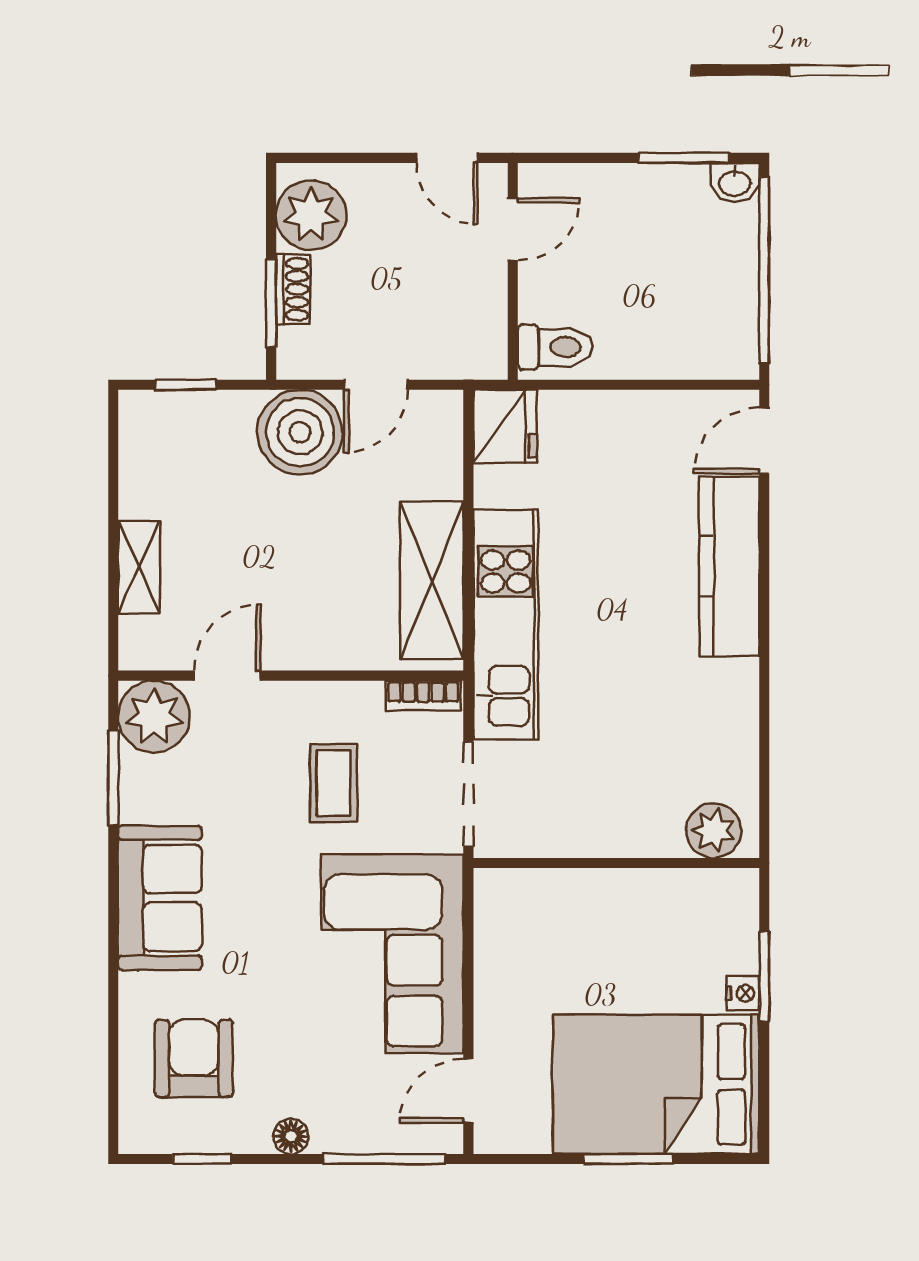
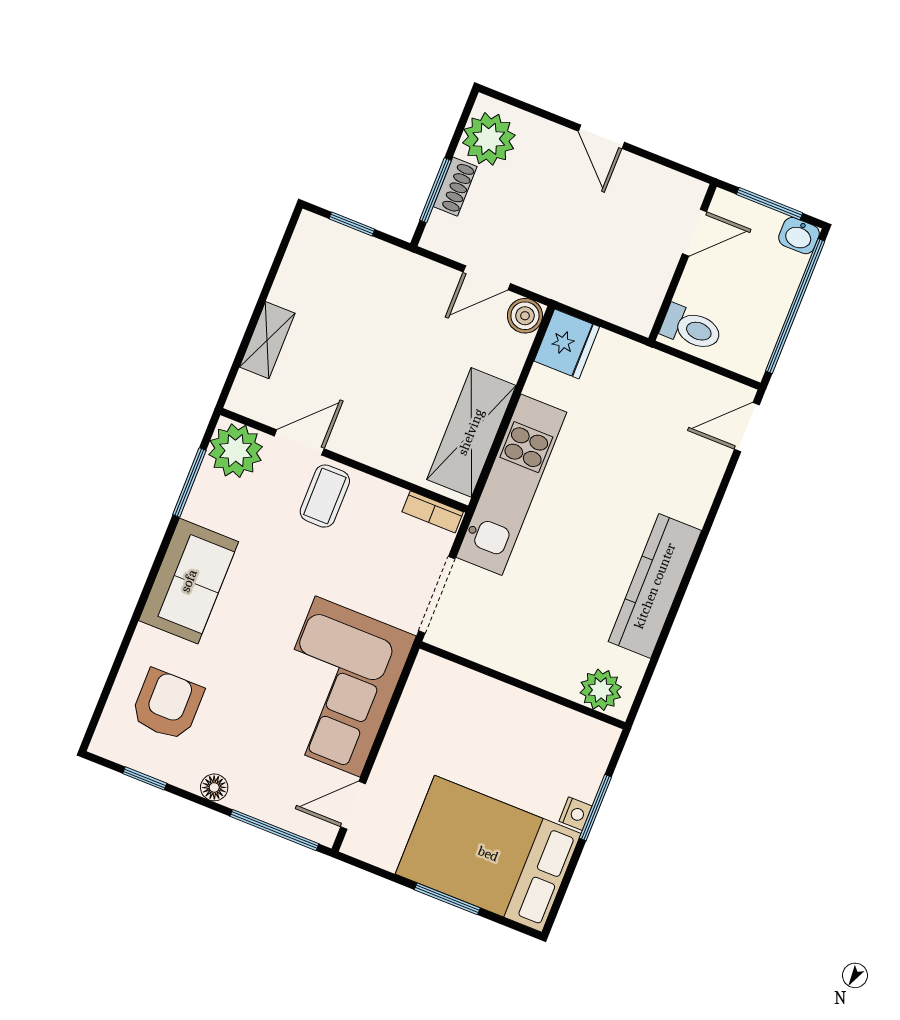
door: (513, 229) -> (695, 233), moved
wall: (513, 271) -> (683, 262), moved
toilet: (555, 347) -> (691, 328), moved
boiler: (300, 432) -> (525, 316), moved, width x0.54, depth x0.54
kitchen counter: (729, 566) -> (655, 586), moved
coffee table: (333, 783) -> (325, 496), moved

